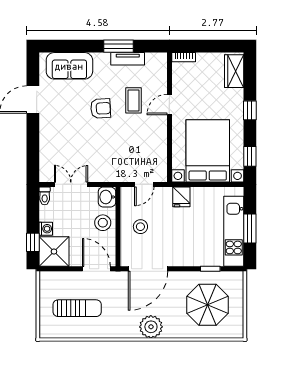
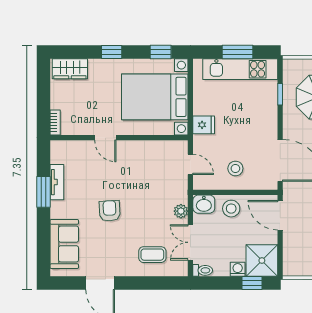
coffee table: (133, 100) -> (152, 255), moved
plant: (100, 175) -> (181, 211), added
door: (96, 269) -> (280, 215), hinge flipped

